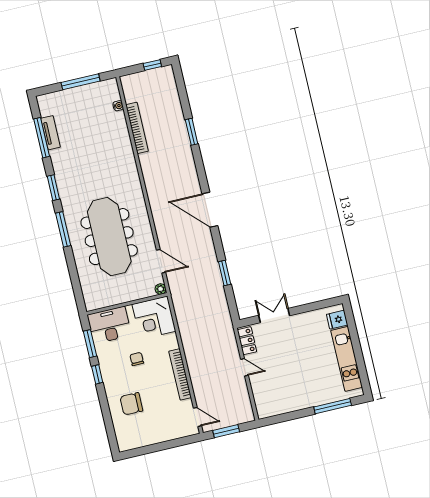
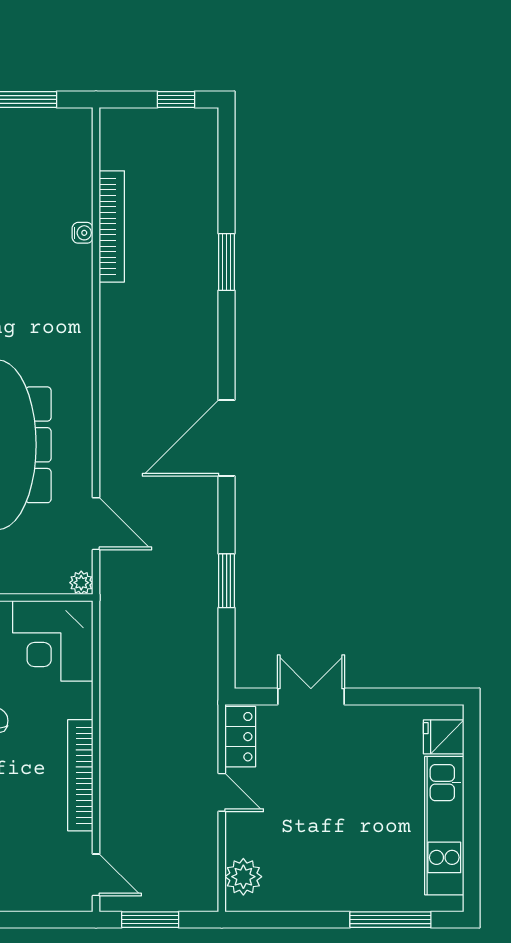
water cooler: (118, 106) -> (83, 233), moved
door: (210, 210) -> (227, 438), hinge flipped
plant: (263, 402) -> (243, 877), added

